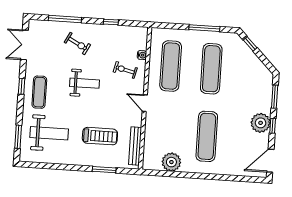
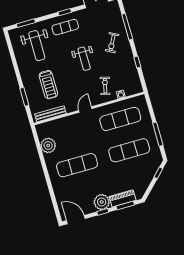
piano: (265, 97) -> (123, 198), added

